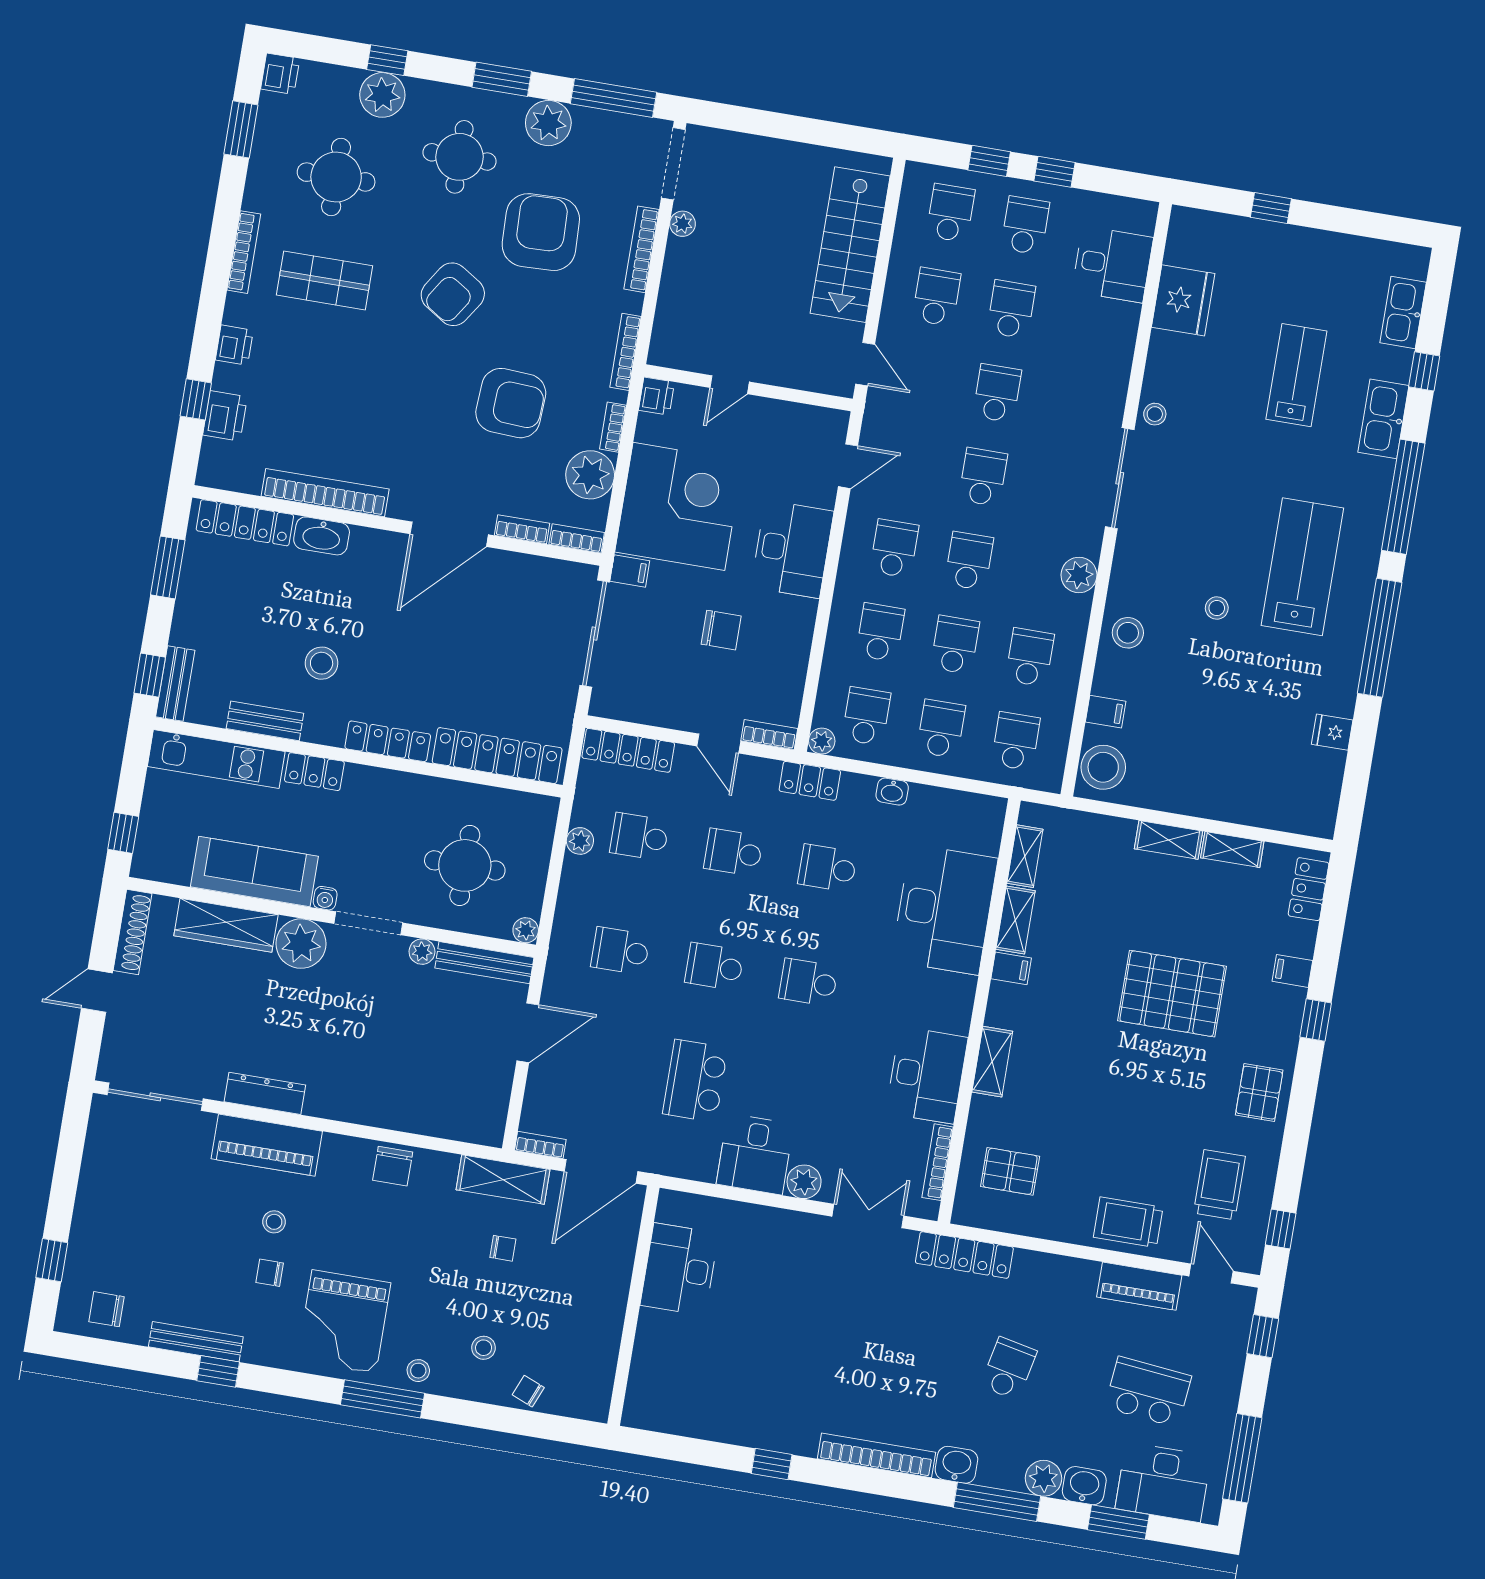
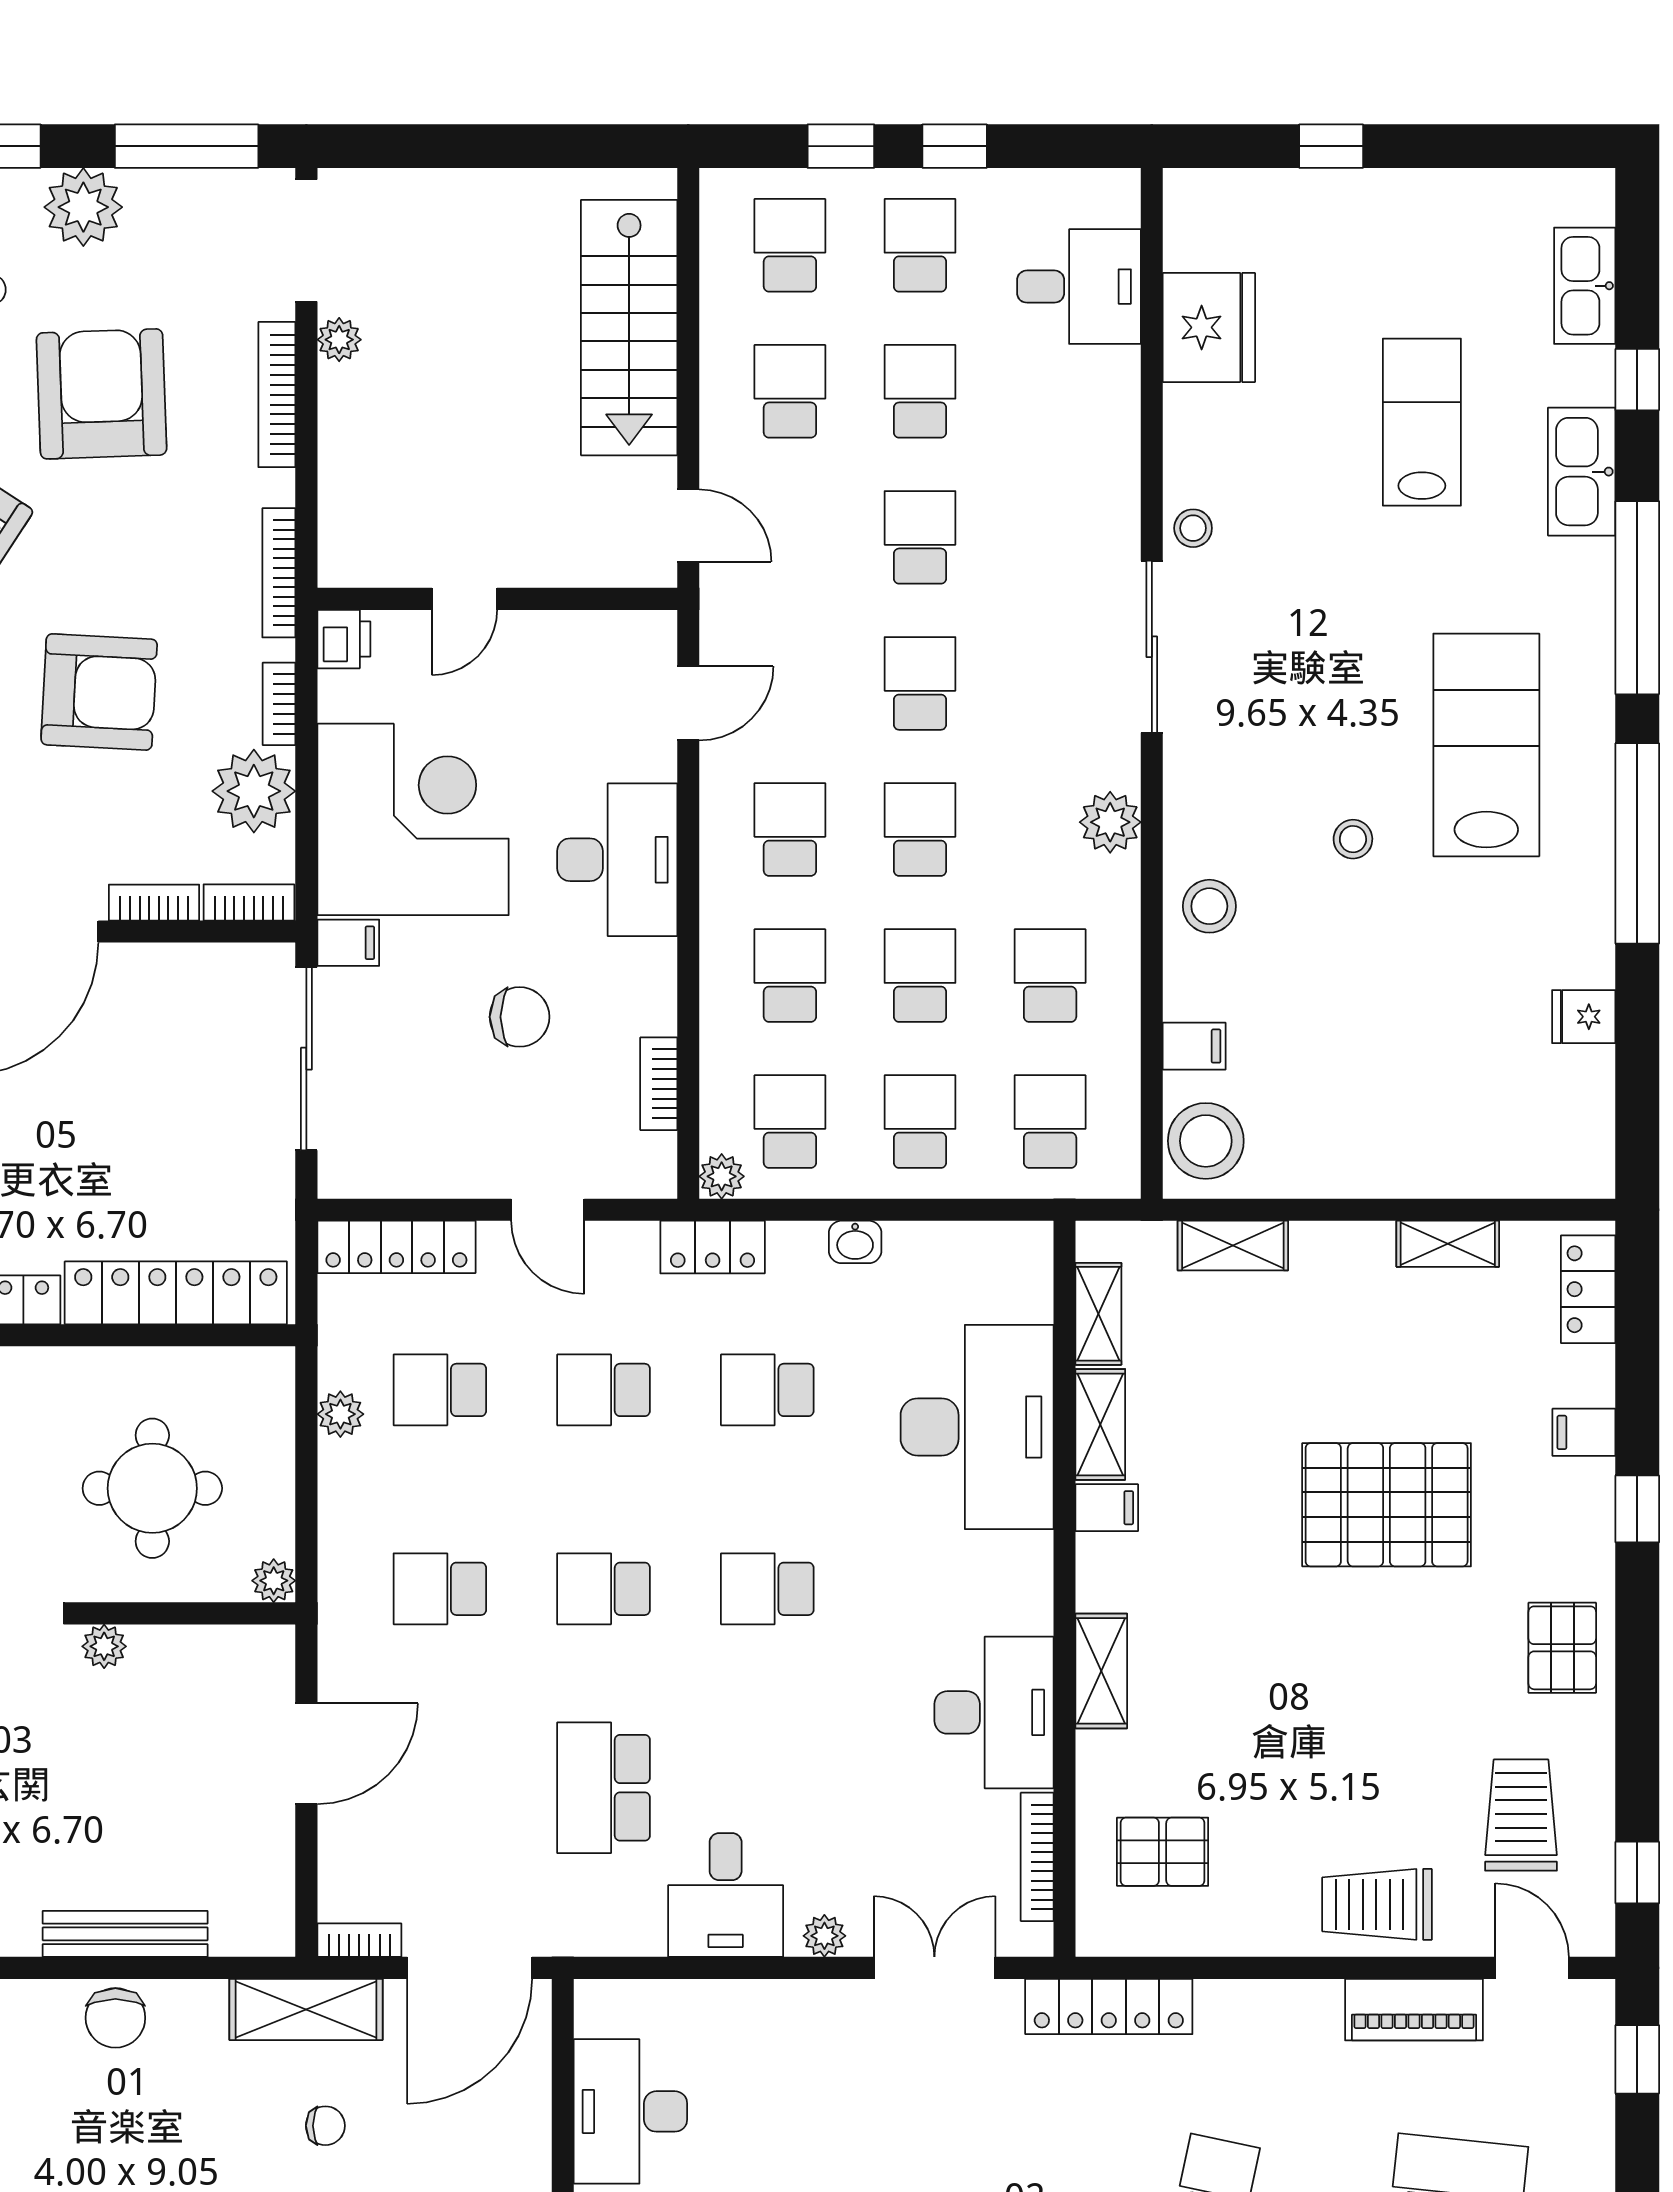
bookcase: (769, 735) -> (659, 1084), moved, turned -90
shelving: (1168, 840) -> (1233, 1245), moved
bench: (484, 963) -> (125, 1934), moved
plant: (804, 1182) -> (824, 1936), width x0.73, depth x0.73

